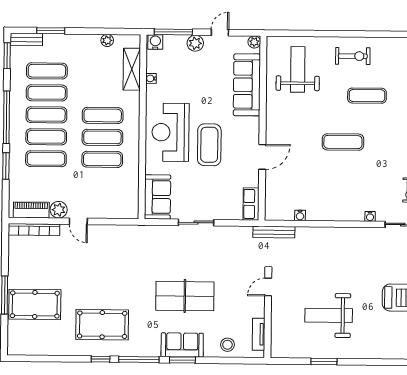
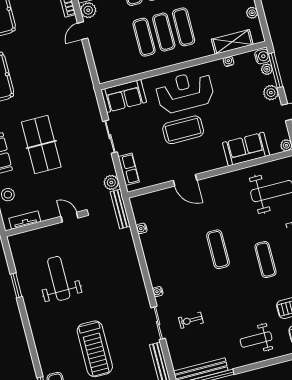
plant: (170, 41) -> (267, 69), added
sofa: (247, 85) -> (246, 149), width x0.73
row of seats: (251, 204) -> (129, 169), moved, turned 90
plant: (244, 234) -> (111, 182), added

